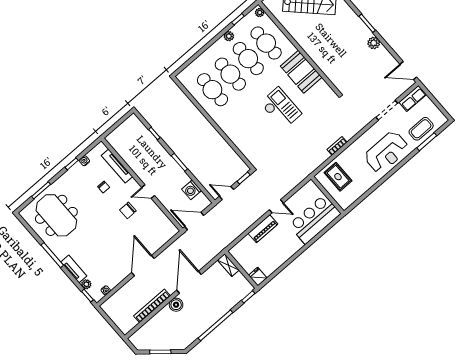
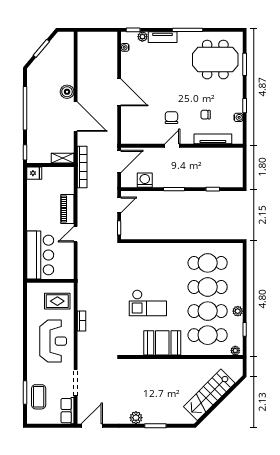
reception desk: (386, 152) -> (53, 341), moved, turned 180
bookcase: (152, 306) -> (82, 167), moved

